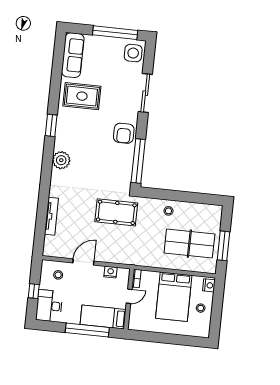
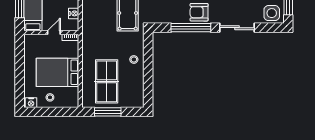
window: (138, 161) -> (191, 28), moved
nightstand: (209, 285) -> (31, 103), moved
door: (129, 296) -> (54, 32), swing flipped

